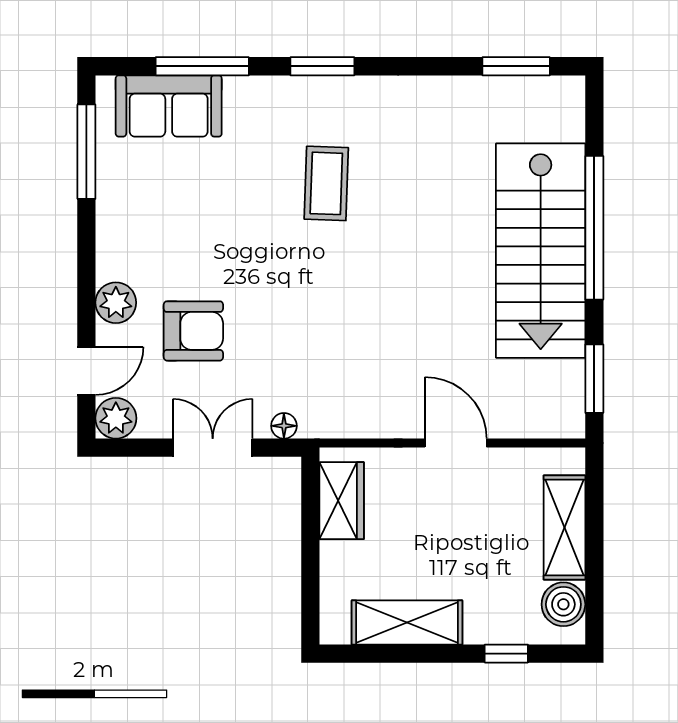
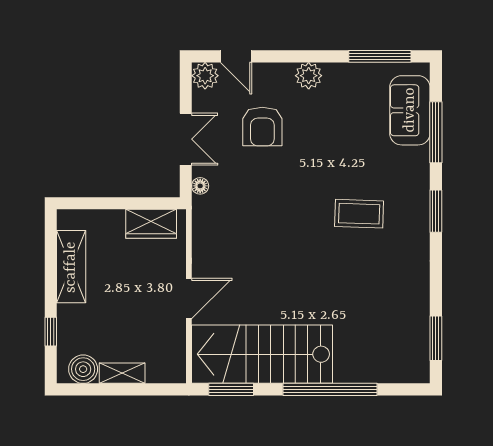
stairs: (541, 251) -> (262, 354), moved
plant: (116, 303) -> (309, 76), moved
shelving: (564, 527) -> (122, 373), width x0.67, depth x0.75

